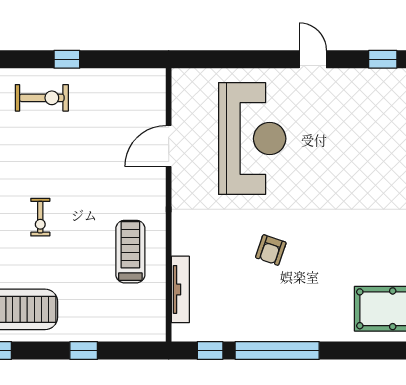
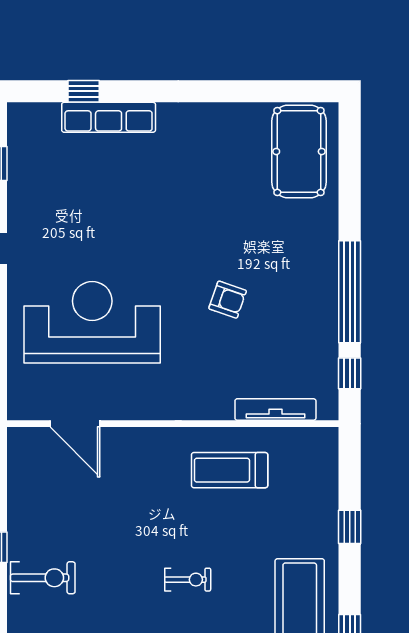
exercise bike: (42, 98) -> (43, 578), turned 90
door: (169, 146) -> (75, 424), moved

